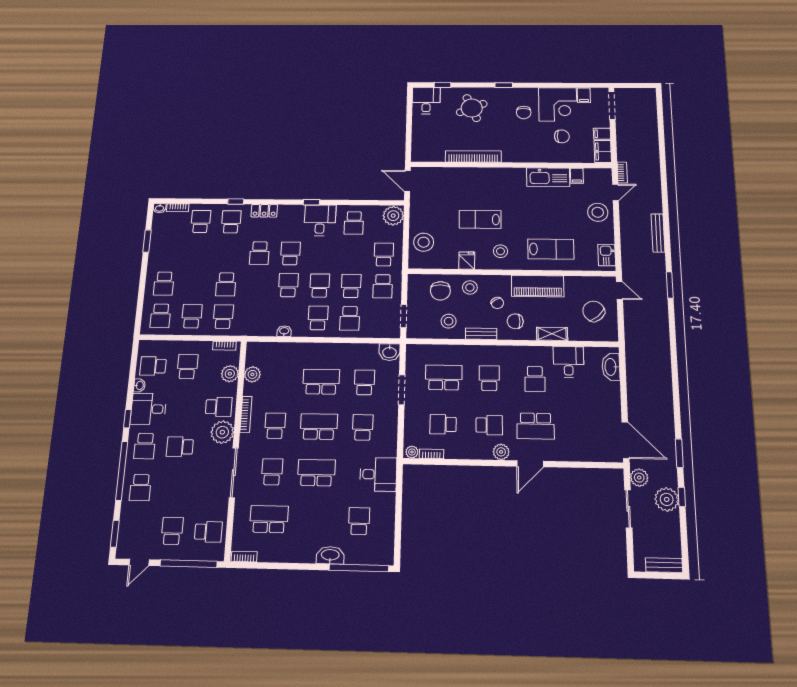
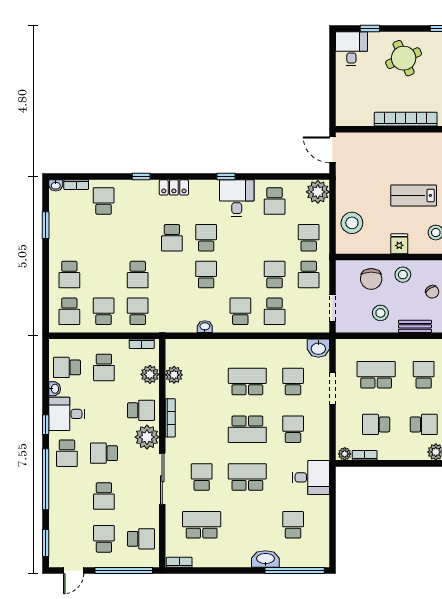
school desk: (231, 222) -> (138, 201), removed
school desk: (320, 286) -> (240, 275), removed
school desk: (187, 367) -> (104, 367), turned 180
school desk: (275, 426) -> (202, 429), removed
school desk: (319, 427) -> (247, 429), turned 180
school desk: (140, 488) -> (104, 496), moved

